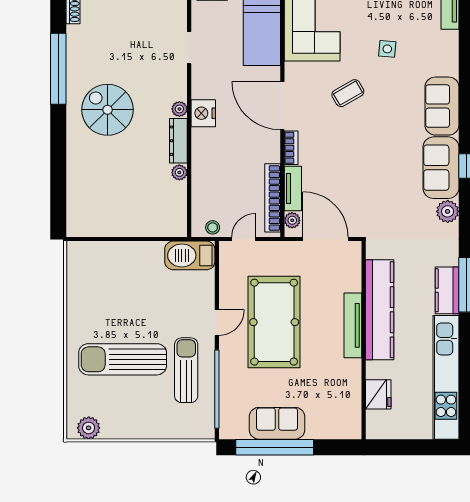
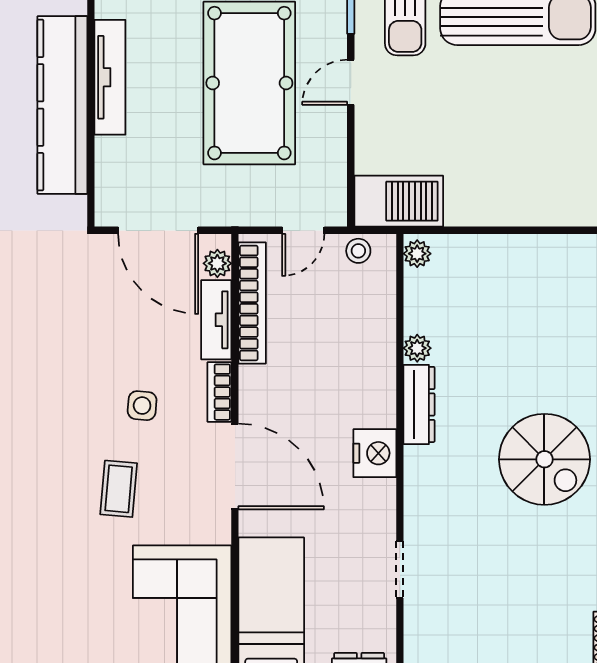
side table: (387, 49) -> (142, 406), moved
coffee table: (348, 93) -> (119, 489), turned -55
plant: (179, 109) -> (417, 254), moved

